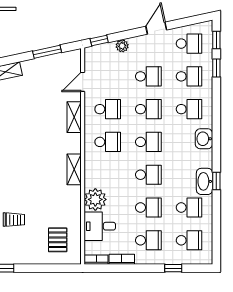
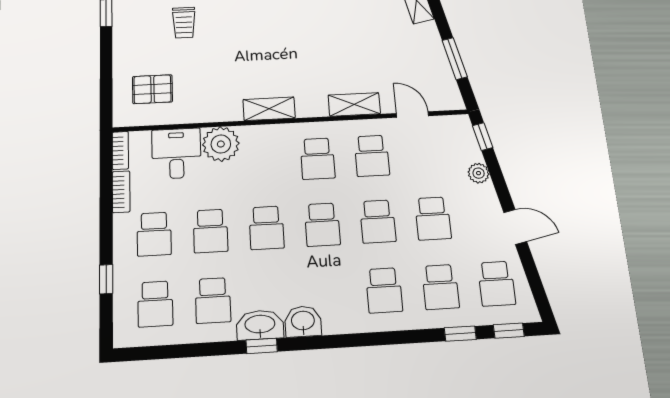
washbasin: (204, 139) -> (303, 321), moved

